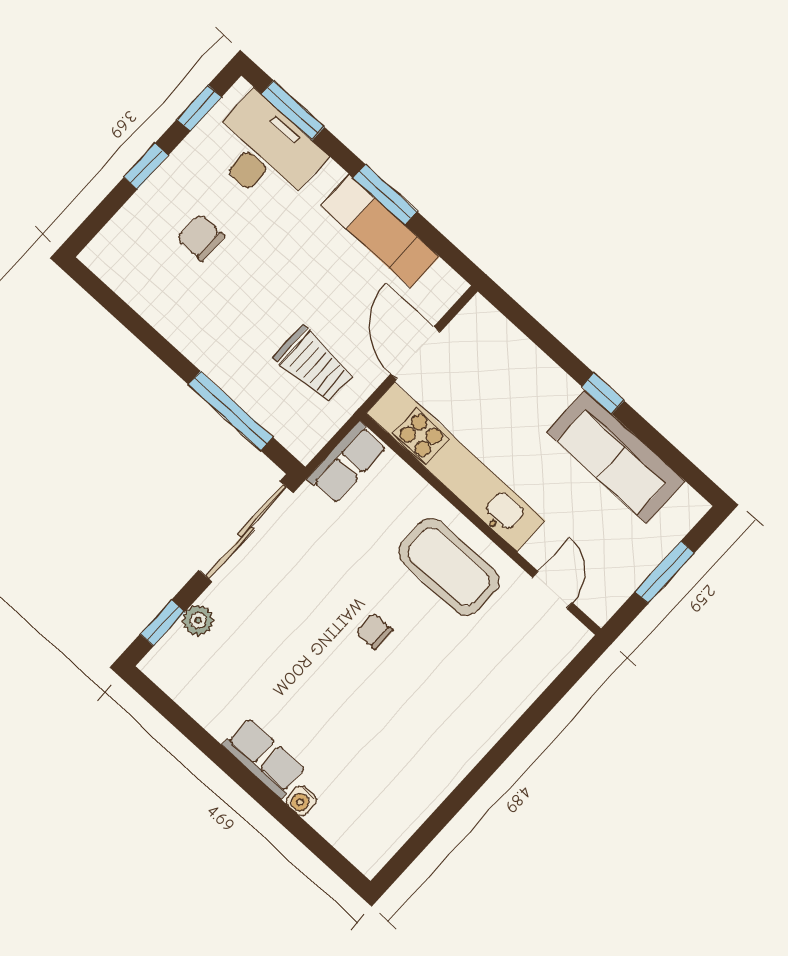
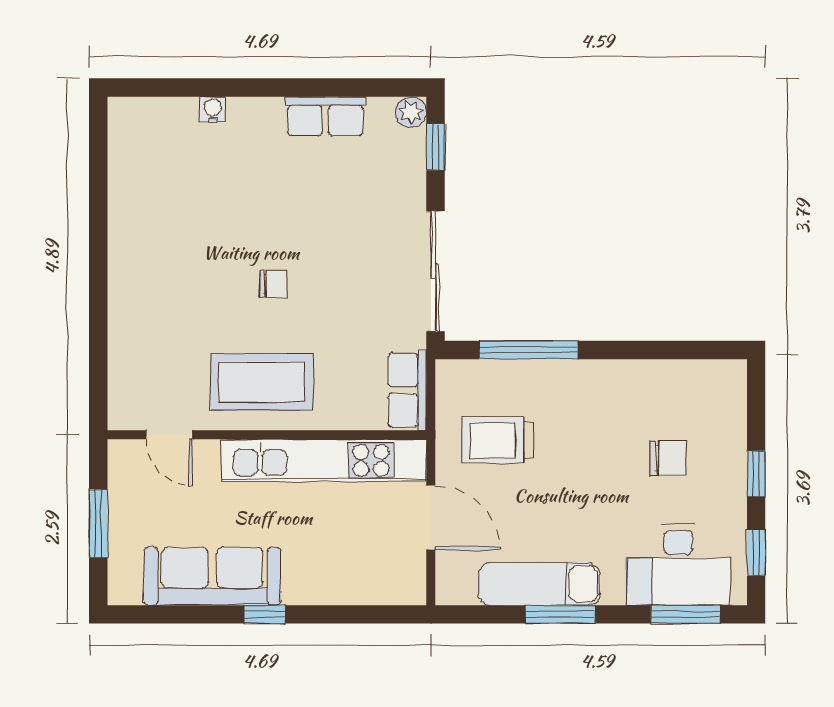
plant: (198, 620) -> (411, 112), moved
row of seats: (264, 758) -> (325, 116), moved

